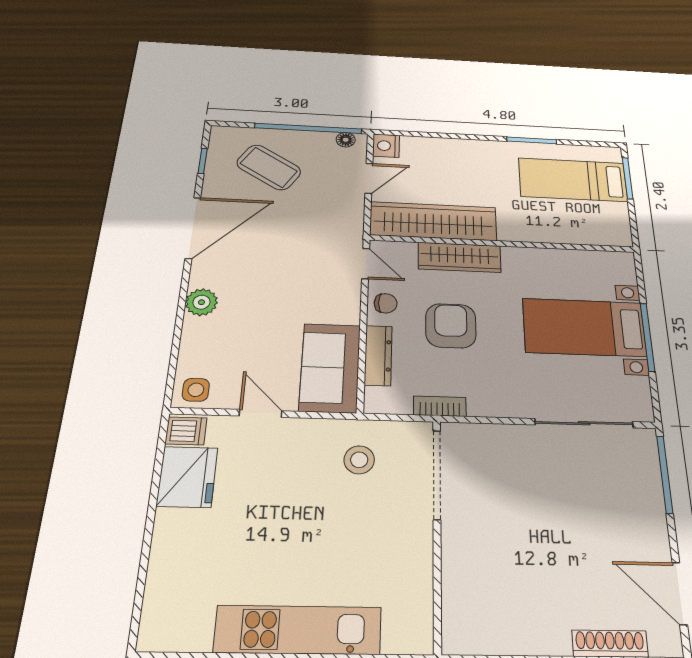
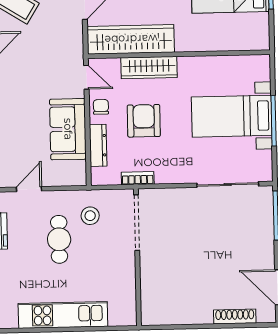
chair: (386, 303) -> (101, 107), turned -90
sofa: (330, 368) -> (68, 129), moved
door: (261, 413) -> (29, 189), hinge flipped
cafe table: (303, 496) -> (59, 239), added

